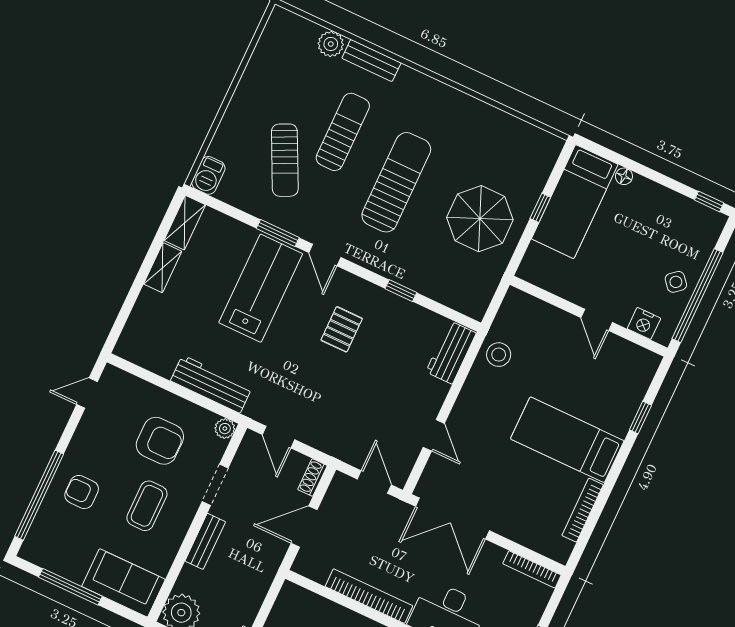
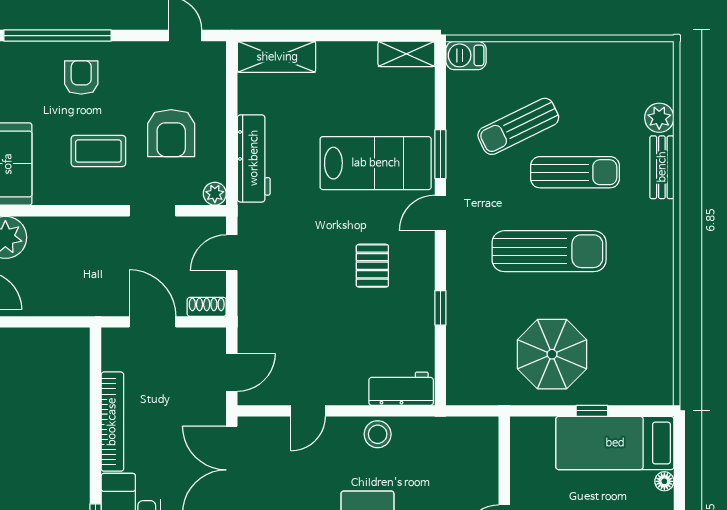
shelving: (163, 268) -> (277, 57), moved, width x1.50, depth x1.33
pallet: (342, 329) -> (372, 266), turned 90
stool: (499, 355) -> (378, 434), moved
bench: (205, 541) -> (90, 228), removed

